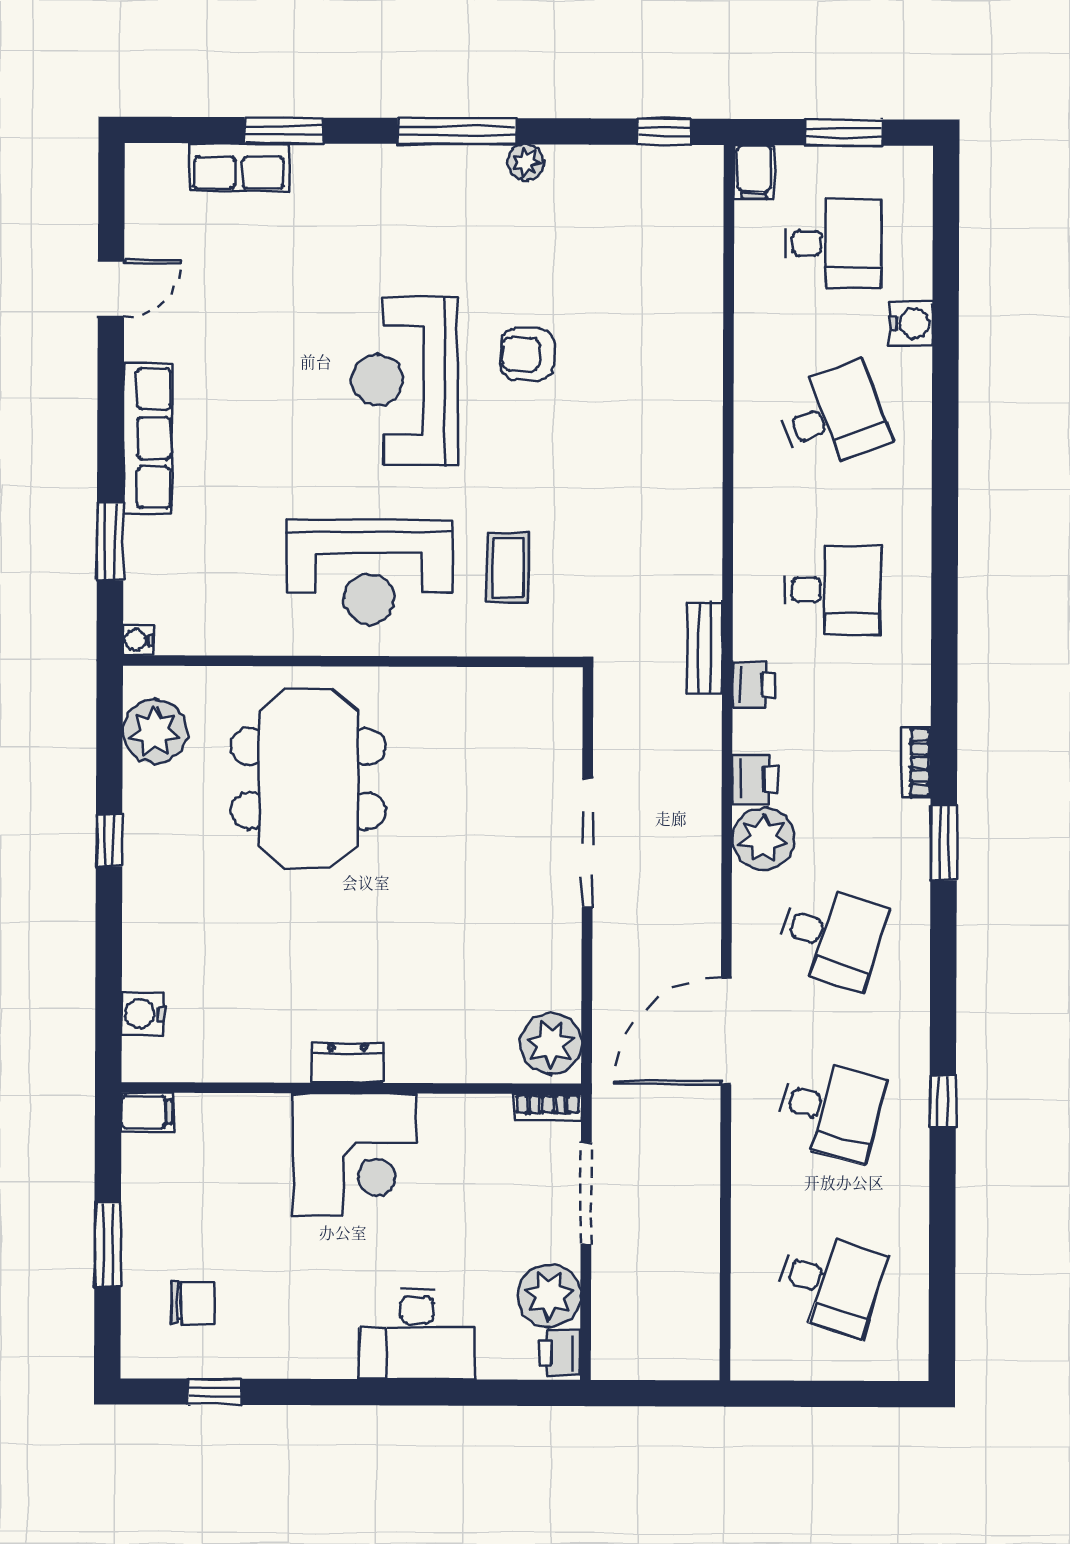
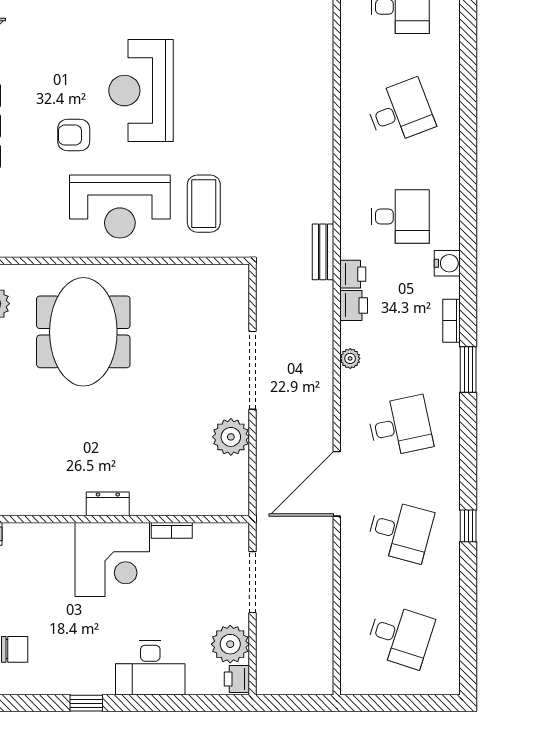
water cooler: (911, 324) -> (447, 263), moved
armchair: (527, 354) -> (74, 135), moved
coffee table: (508, 567) -> (204, 204), width x1.36, depth x1.30
printer: (755, 779) -> (354, 305), moved
plant: (763, 839) -> (350, 358), width x0.53, depth x0.53
desk: (831, 936) -> (400, 426), turned -30
plant: (551, 1044) -> (231, 437), moved
bookcase: (548, 1107) -> (172, 530), moved
window: (215, 1392) -> (86, 703), moved

